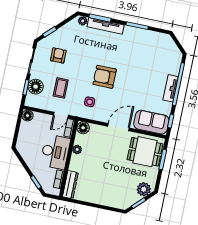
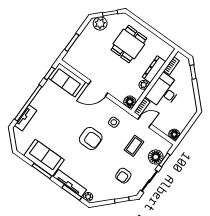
sofa: (141, 39) -> (44, 158), added
tv unit: (171, 88) -> (26, 118), moved
dining table: (145, 152) -> (129, 44), moved, turned 90
dresser: (70, 185) -> (154, 69), moved

